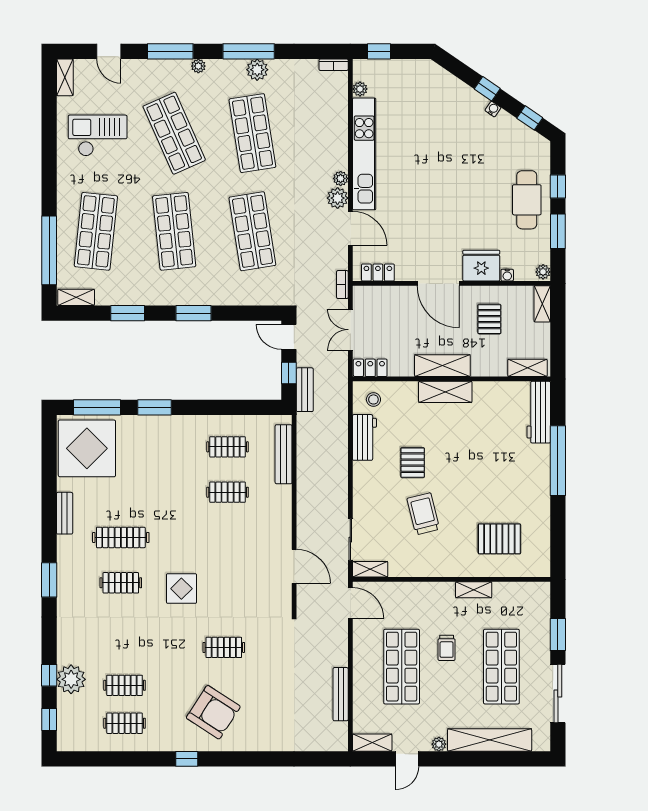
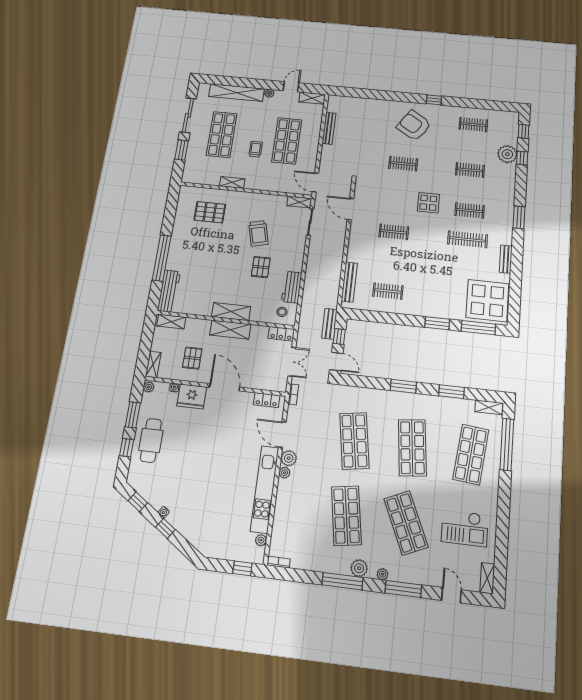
plant: (257, 70) -> (359, 568), moved
clothes rail: (228, 492) -> (394, 232), moved
clothes rail: (125, 685) -> (470, 170), moved

